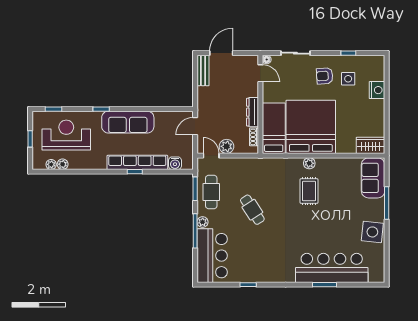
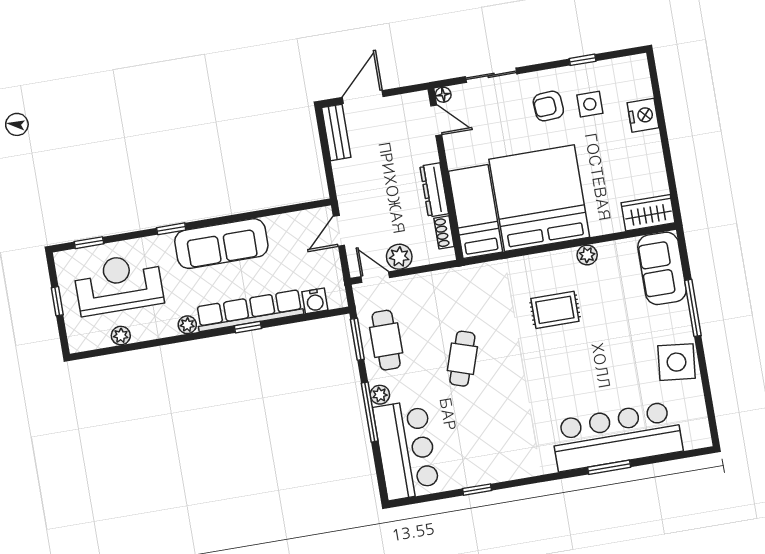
plant: (309, 163) -> (587, 255), moved
plant: (51, 164) -> (187, 325), moved
rug: (309, 191) -> (555, 310), turned 90
cafe table: (252, 210) -> (462, 359), turned 51

